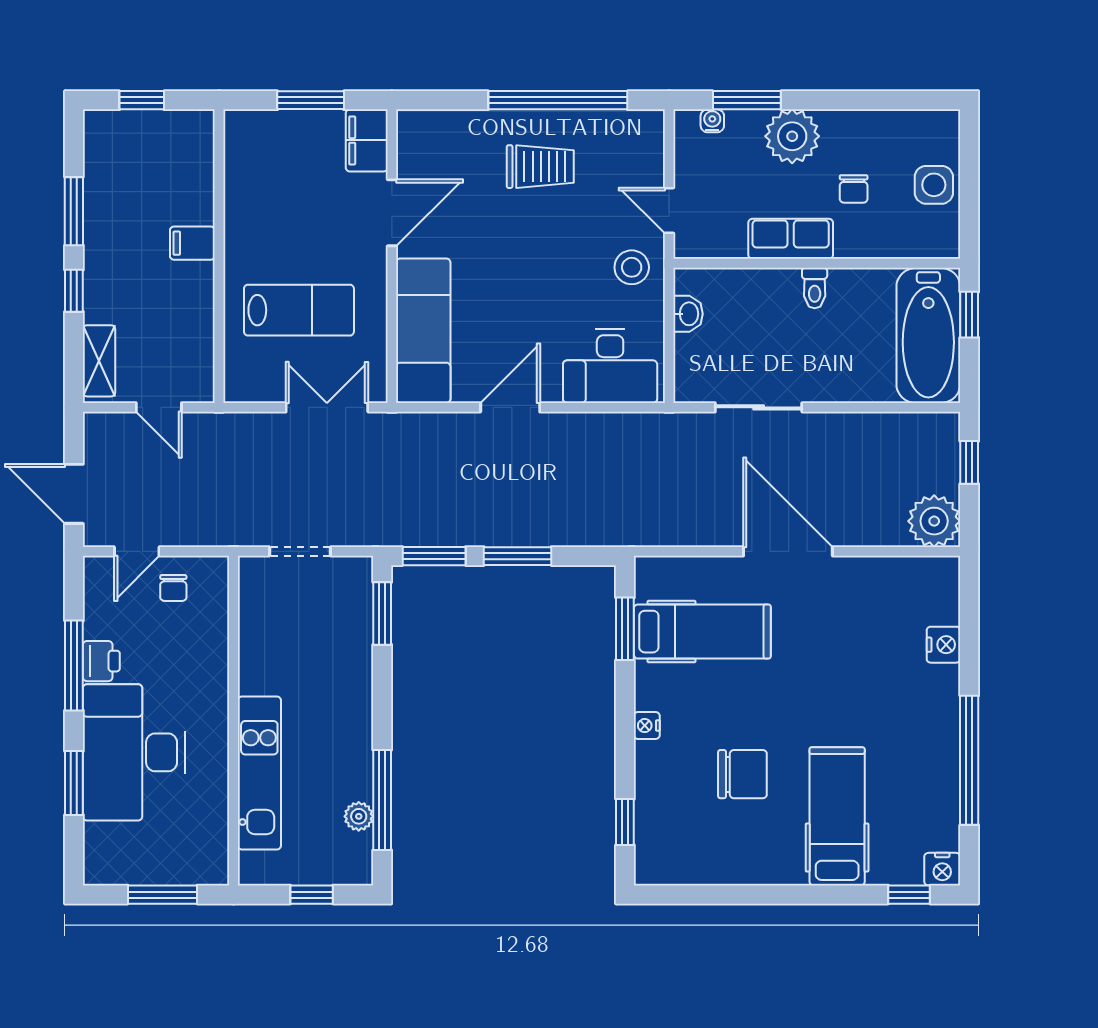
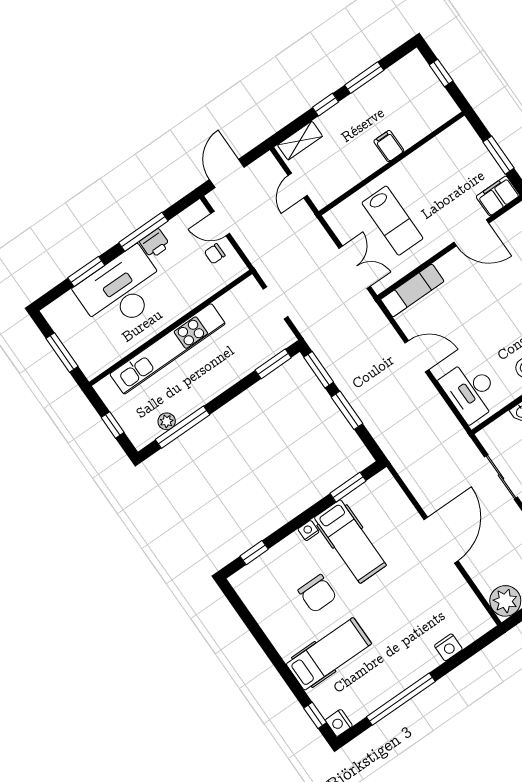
exam couch: (423, 331) -> (412, 290), width x0.73, depth x0.69
hospital bed: (702, 632) -> (350, 541), moved
kitchen unit: (259, 773) -> (168, 349), width x1.36

